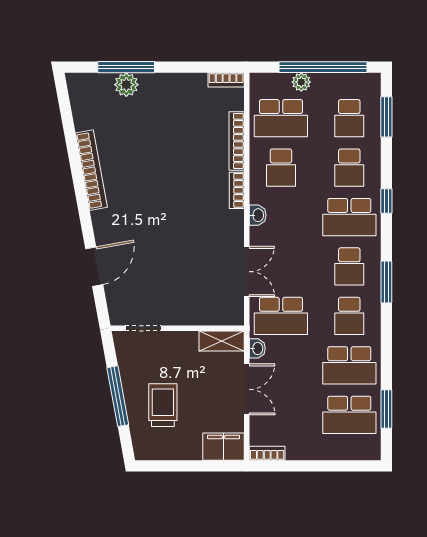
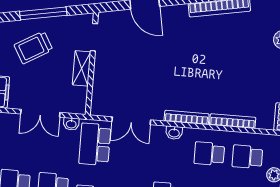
school desk: (281, 118) -> (247, 157), width x0.54
bookcase: (237, 190) -> (187, 117), width x1.56
shelving: (222, 341) -> (82, 68), moved
trolley: (163, 405) -> (33, 47), turned 150

